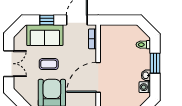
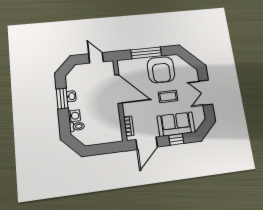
window: (155, 63) -> (62, 99), moved
door: (98, 77) -> (118, 89), hinge flipped
washing machine: (145, 87) -> (74, 116), moved

